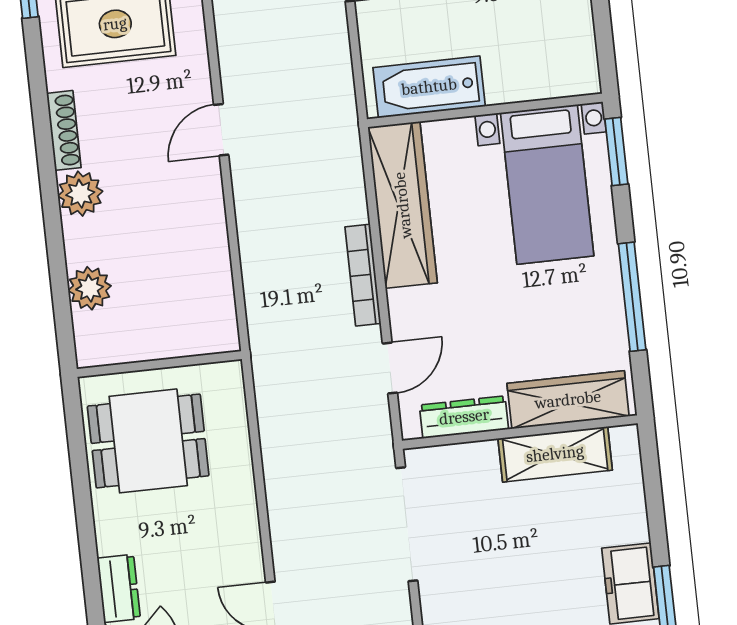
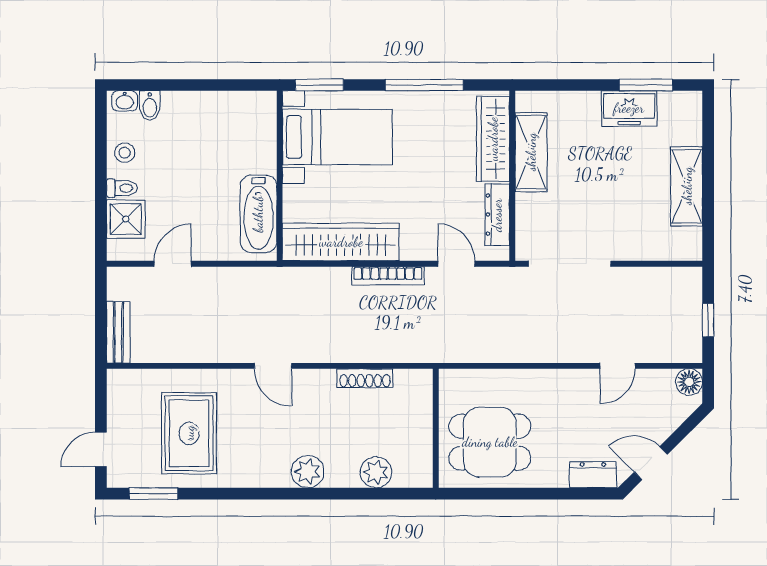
shoe rack: (64, 130) -> (365, 378), moved, turned 180
dining table: (148, 441) -> (490, 442), turned 90

